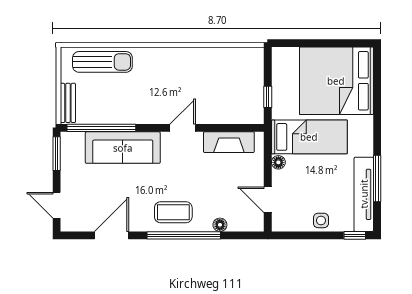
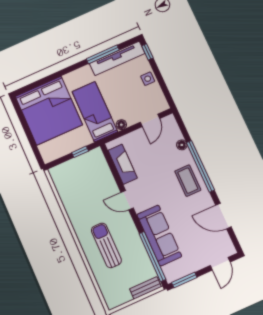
sun lounger: (102, 62) -> (106, 245), moved

